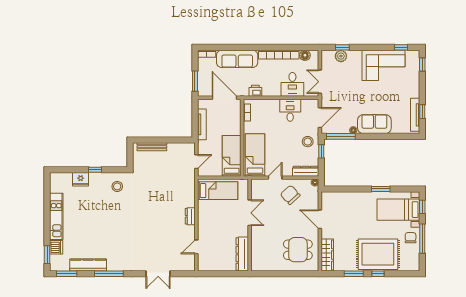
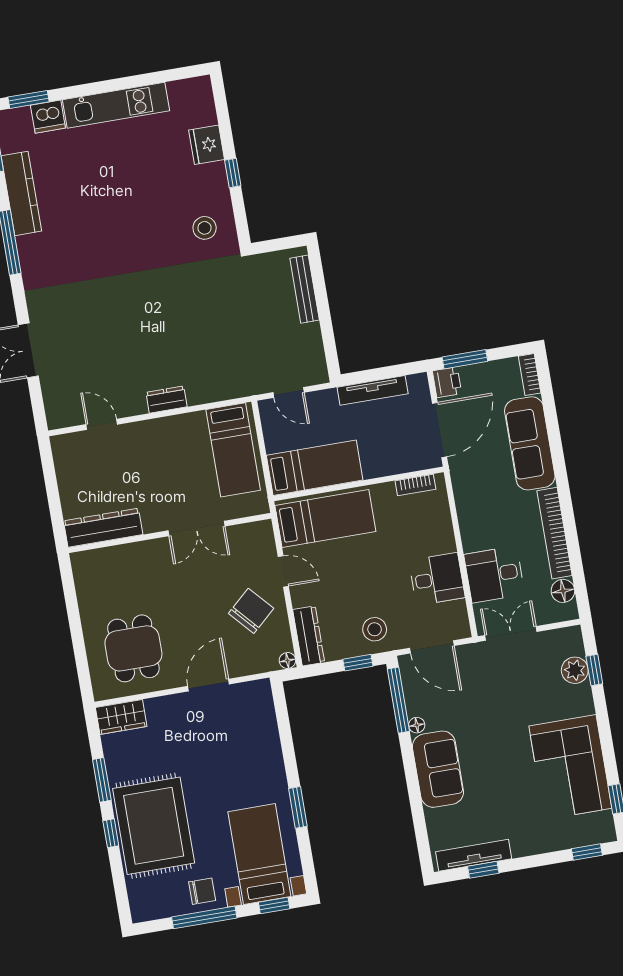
printer: (255, 91) -> (447, 382), moved
wardrobe: (327, 255) -> (121, 717), width x0.67

